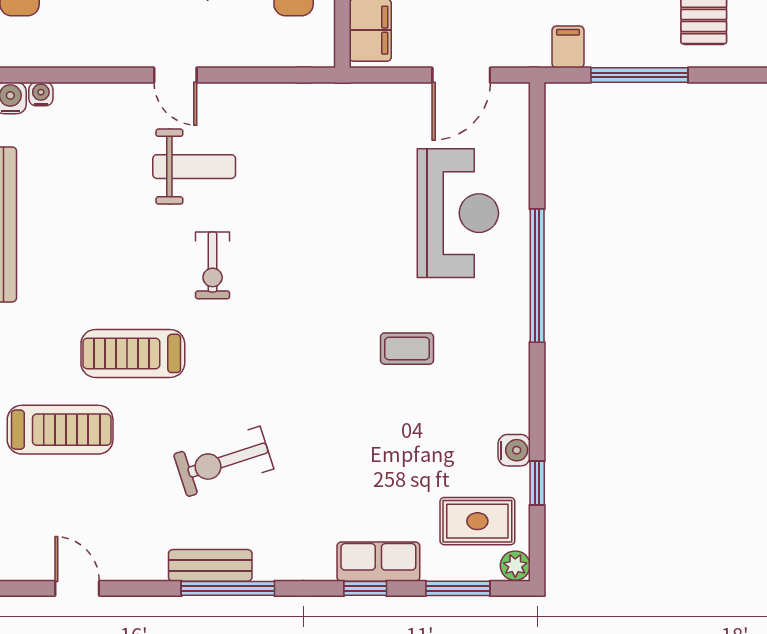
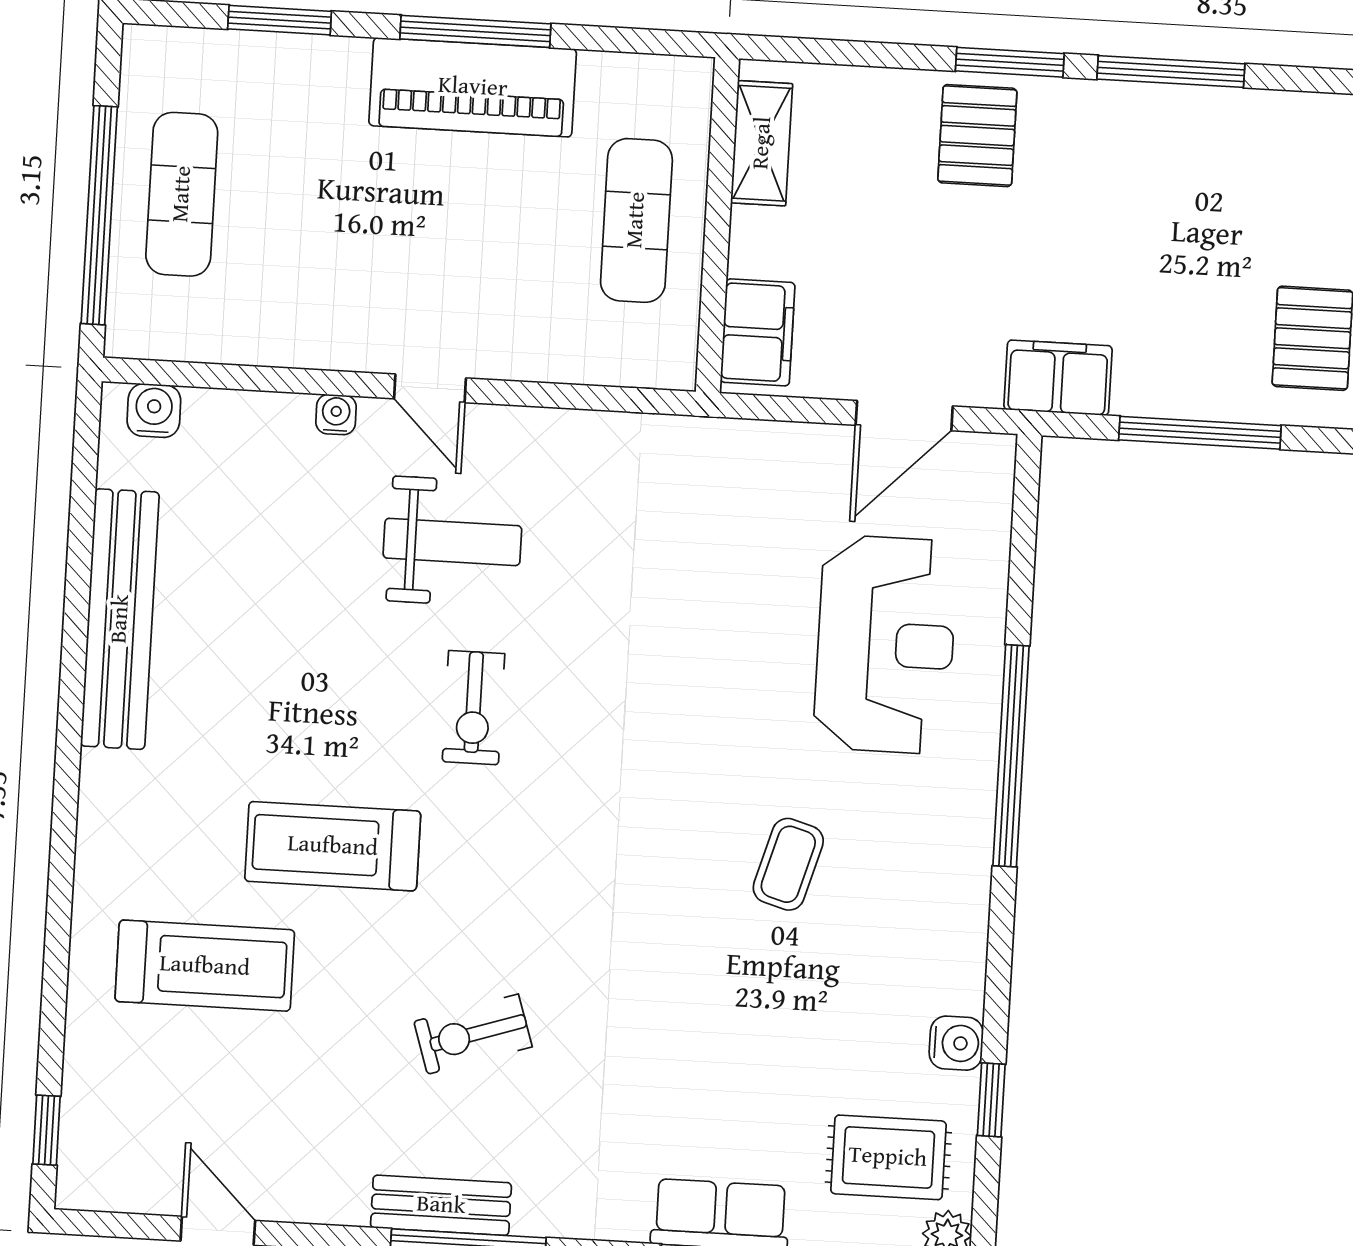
filing cabinet: (568, 47) -> (1058, 378), width x2.00
water cooler: (41, 94) -> (336, 415), moved
coffee table: (407, 349) -> (788, 864), turned -74
exercise bike: (224, 461) -> (473, 1034), width x0.73, depth x0.72

